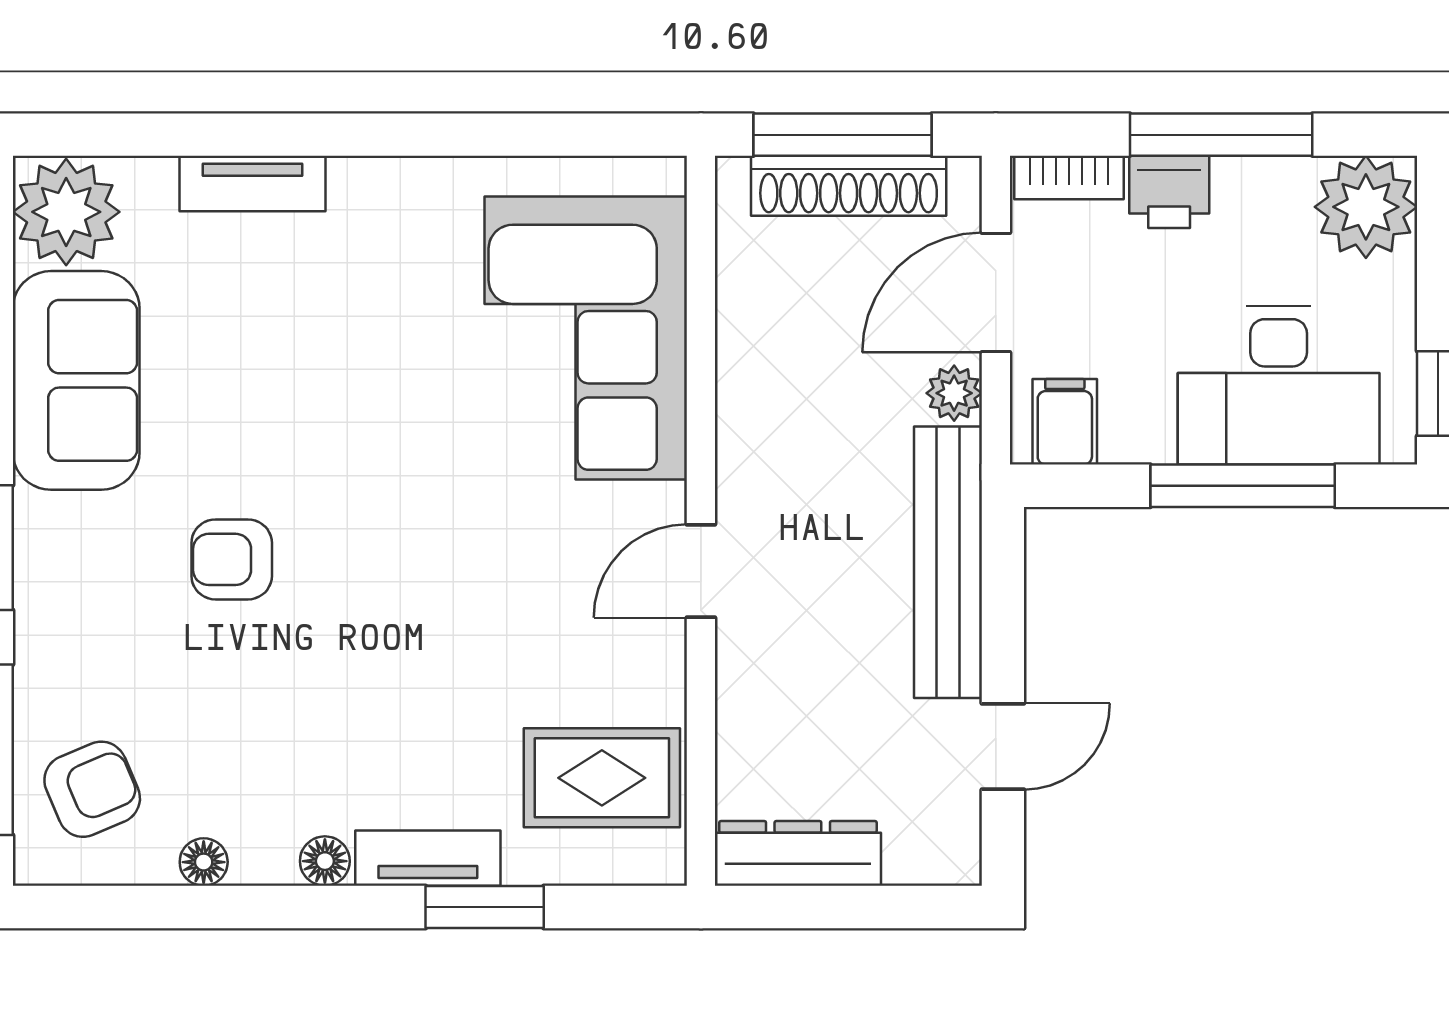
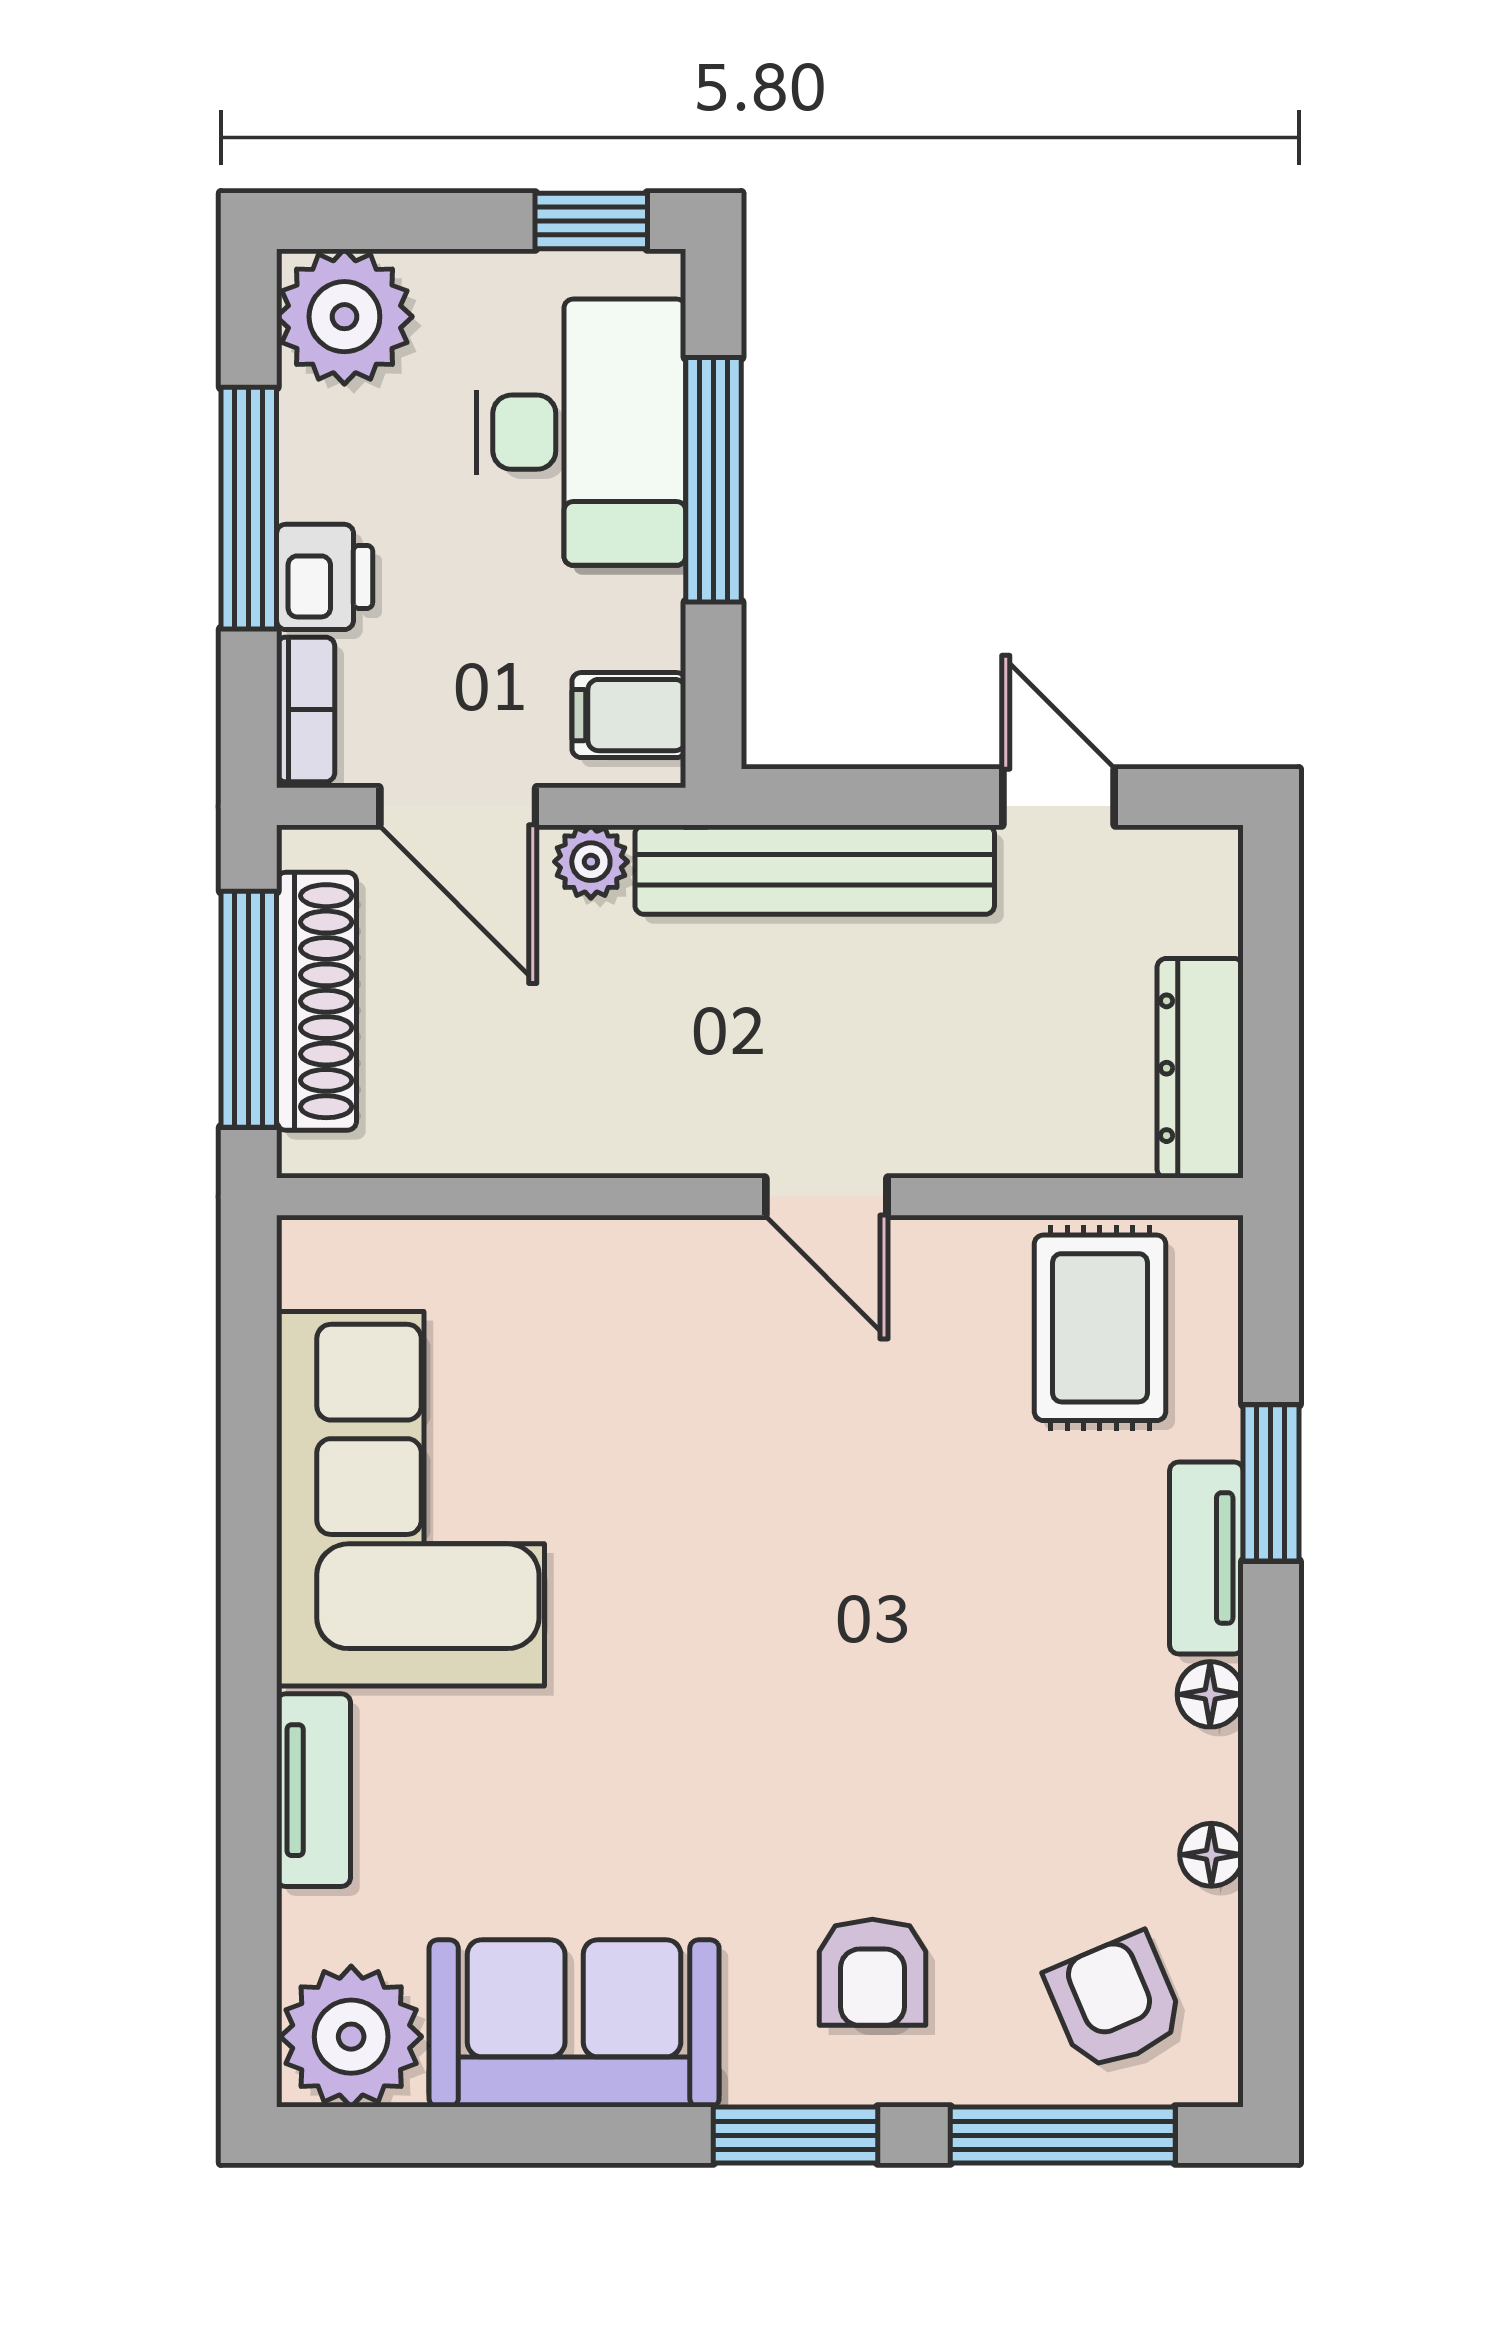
corner sofa: (586, 338) -> (410, 1499), moved, turned -90
armchair: (232, 559) -> (872, 1972), moved

